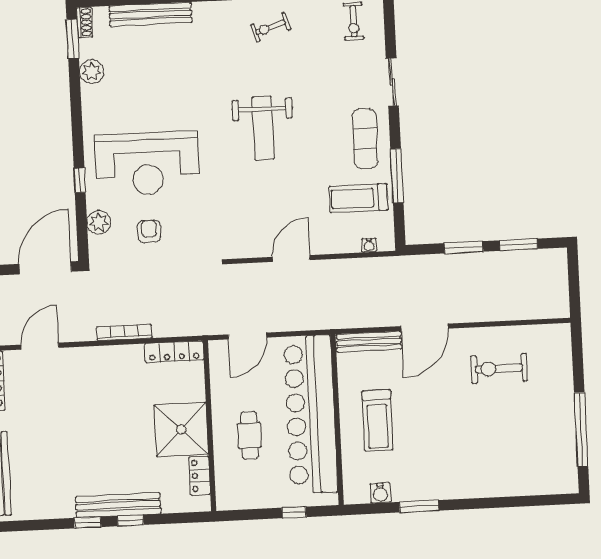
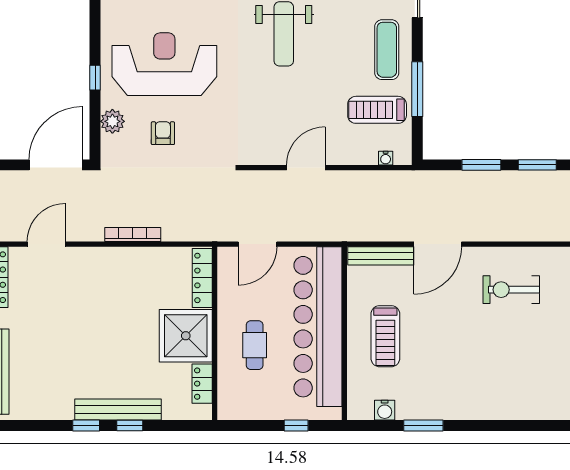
reception desk: (147, 164) -> (164, 64), turned 180
locker: (174, 352) -> (202, 278), moved, turned 90

